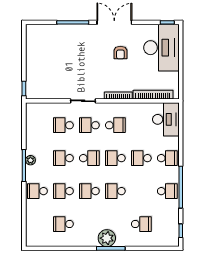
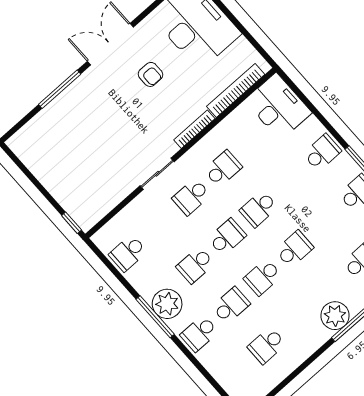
school desk: (63, 125) -> (128, 253), moved
school desk: (141, 158) -> (290, 181), removed
plant: (30, 160) -> (167, 304), width x1.87, depth x1.87
school desk: (63, 191) -> (231, 305), turned 180
school desk: (115, 191) -> (294, 249), turned 180

